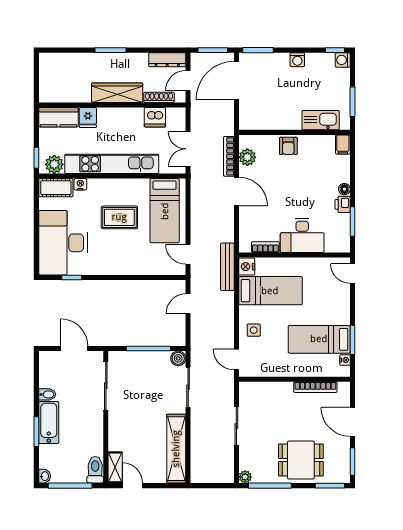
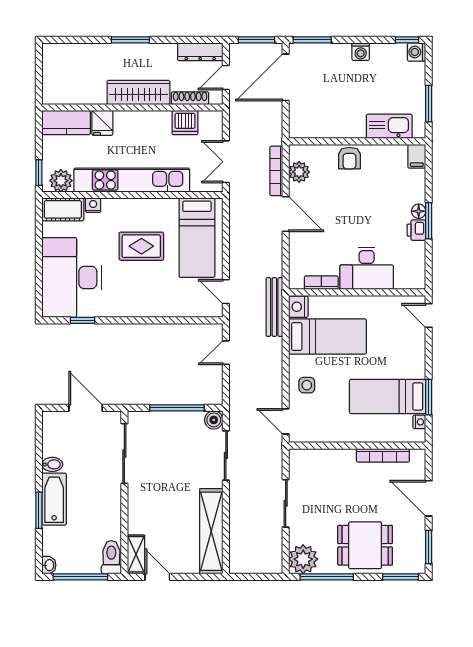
window: (353, 221) -> (429, 221), moved
plant: (245, 477) -> (303, 559), width x1.88, depth x1.88

